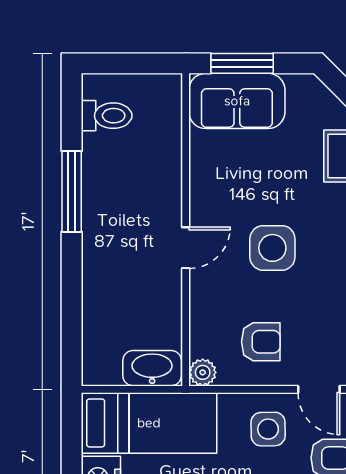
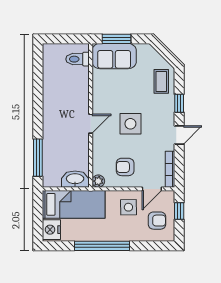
toilet: (107, 116) -> (77, 59), moved, turned 180
window: (72, 191) -> (38, 158), moved
armchair: (261, 342) -> (125, 167), turned 180
door: (319, 389) -> (152, 189), hinge flipped

